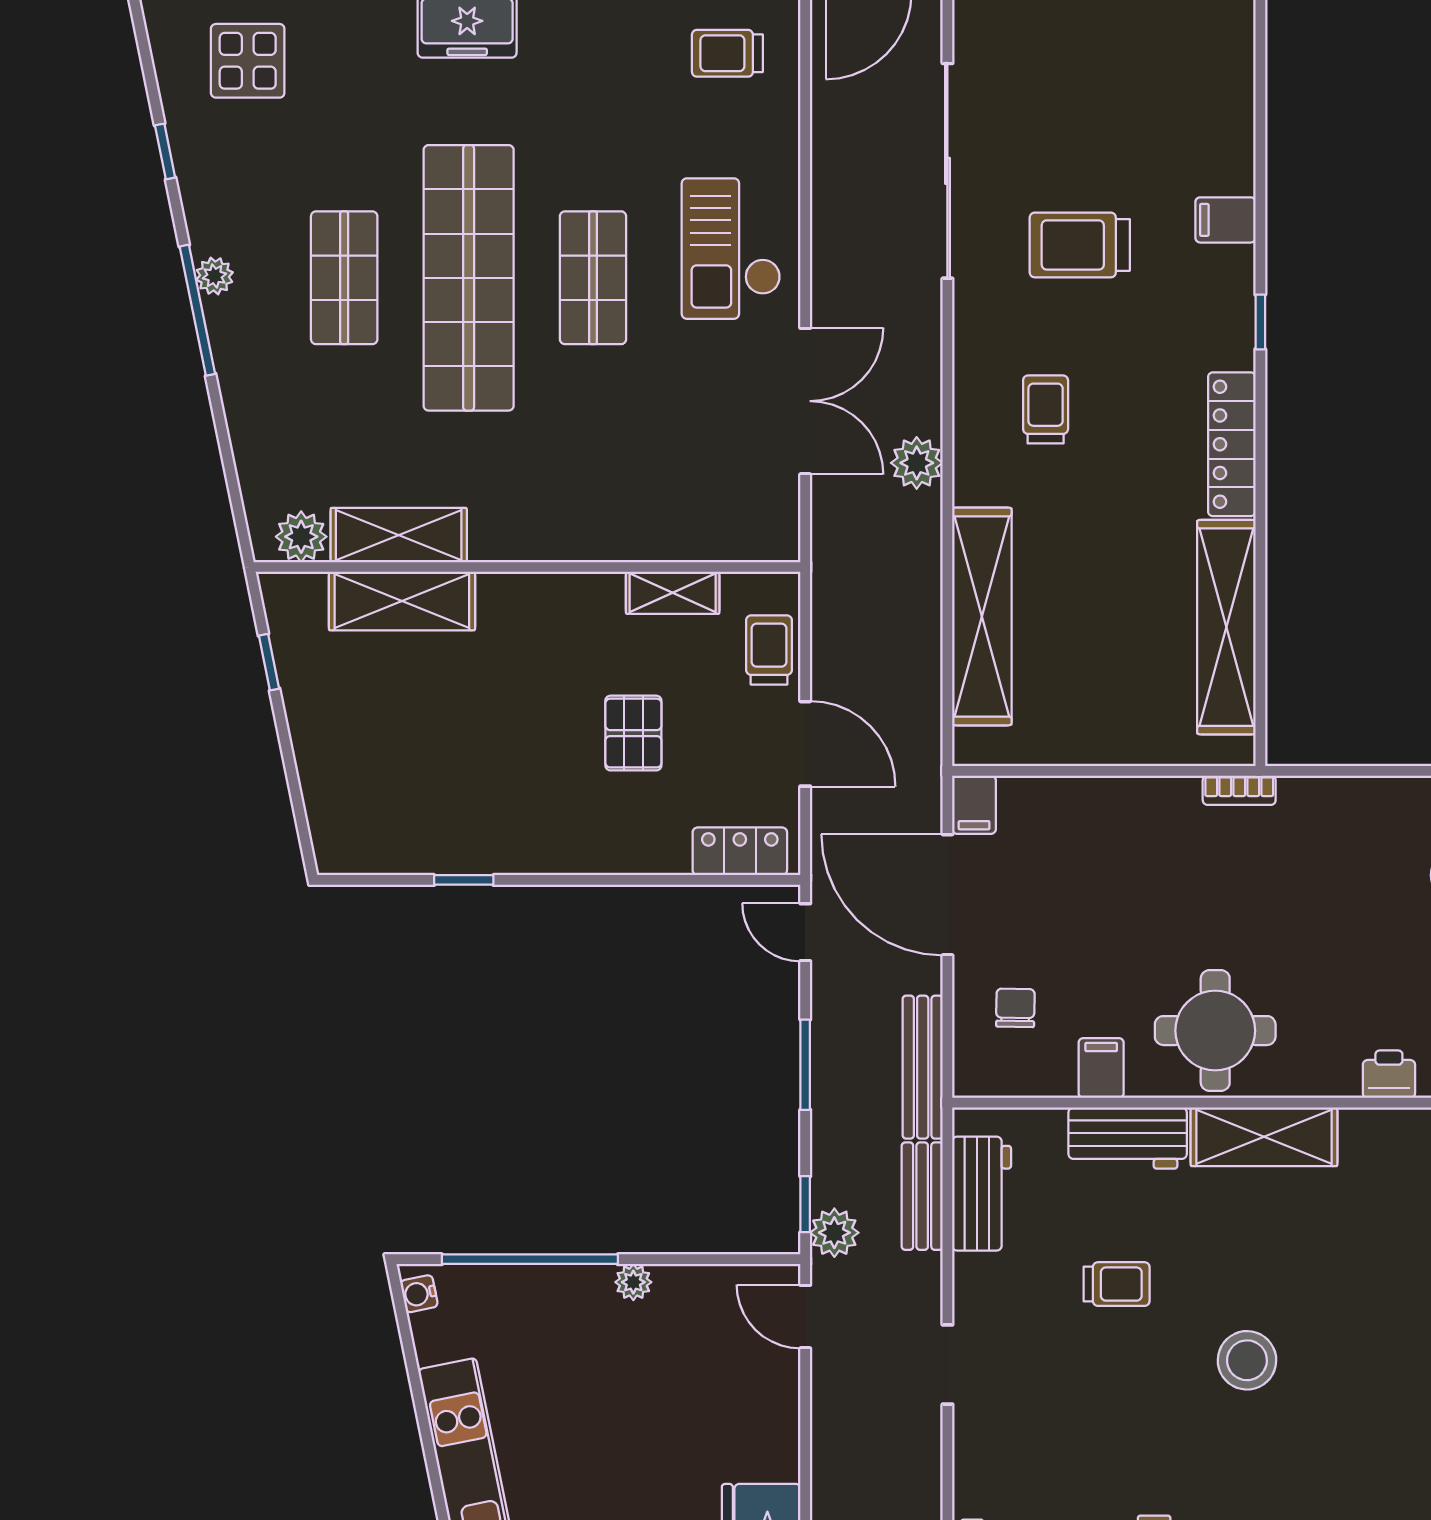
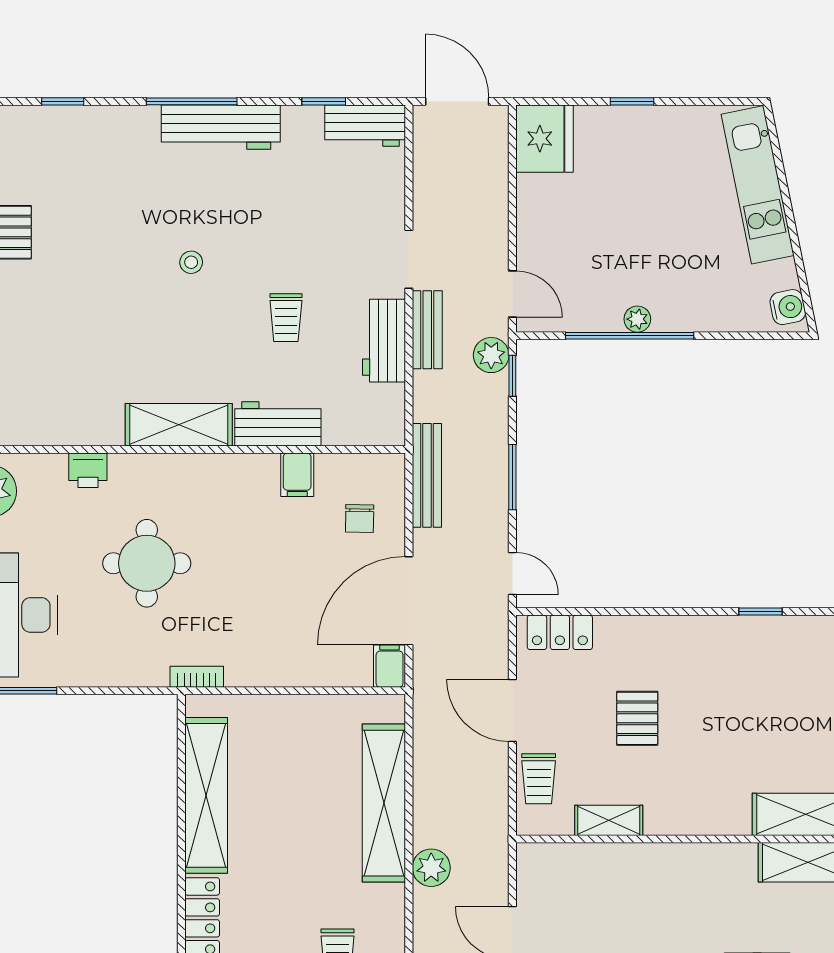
plant: (917, 463) -> (431, 868), moved
door: (947, 895) -> (409, 601), swing flipped
round table: (1215, 1031) -> (147, 563), moved
workbench: (982, 1194) -> (384, 341), moved
bench: (922, 1196) -> (427, 330), moved
window: (530, 1259) -> (630, 336), moved
trolley: (1117, 1284) -> (286, 318), turned -90
water cooler: (419, 1294) -> (788, 307), width x1.38, depth x1.38
stool: (1247, 1360) -> (191, 262), width x0.53, depth x0.53

